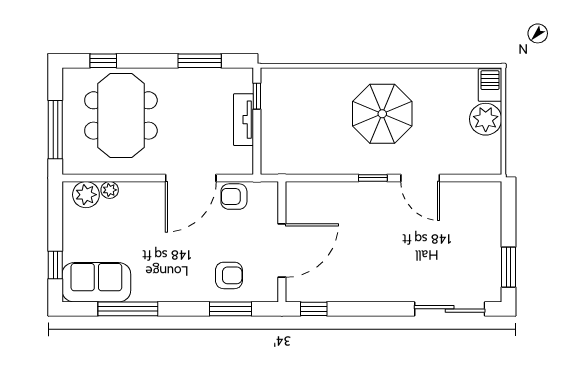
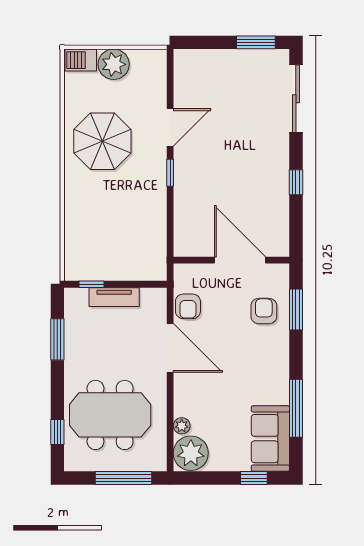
parasol: (382, 114) -> (102, 141), moved
plant: (86, 195) -> (191, 453), width x1.36, depth x1.36
window: (314, 309) -> (296, 182), moved

